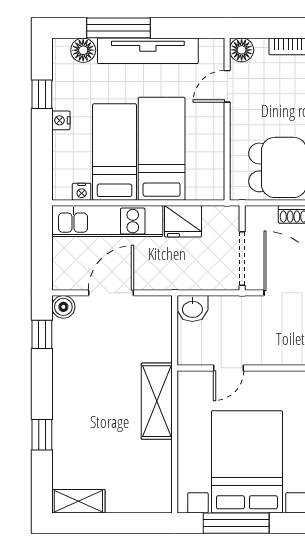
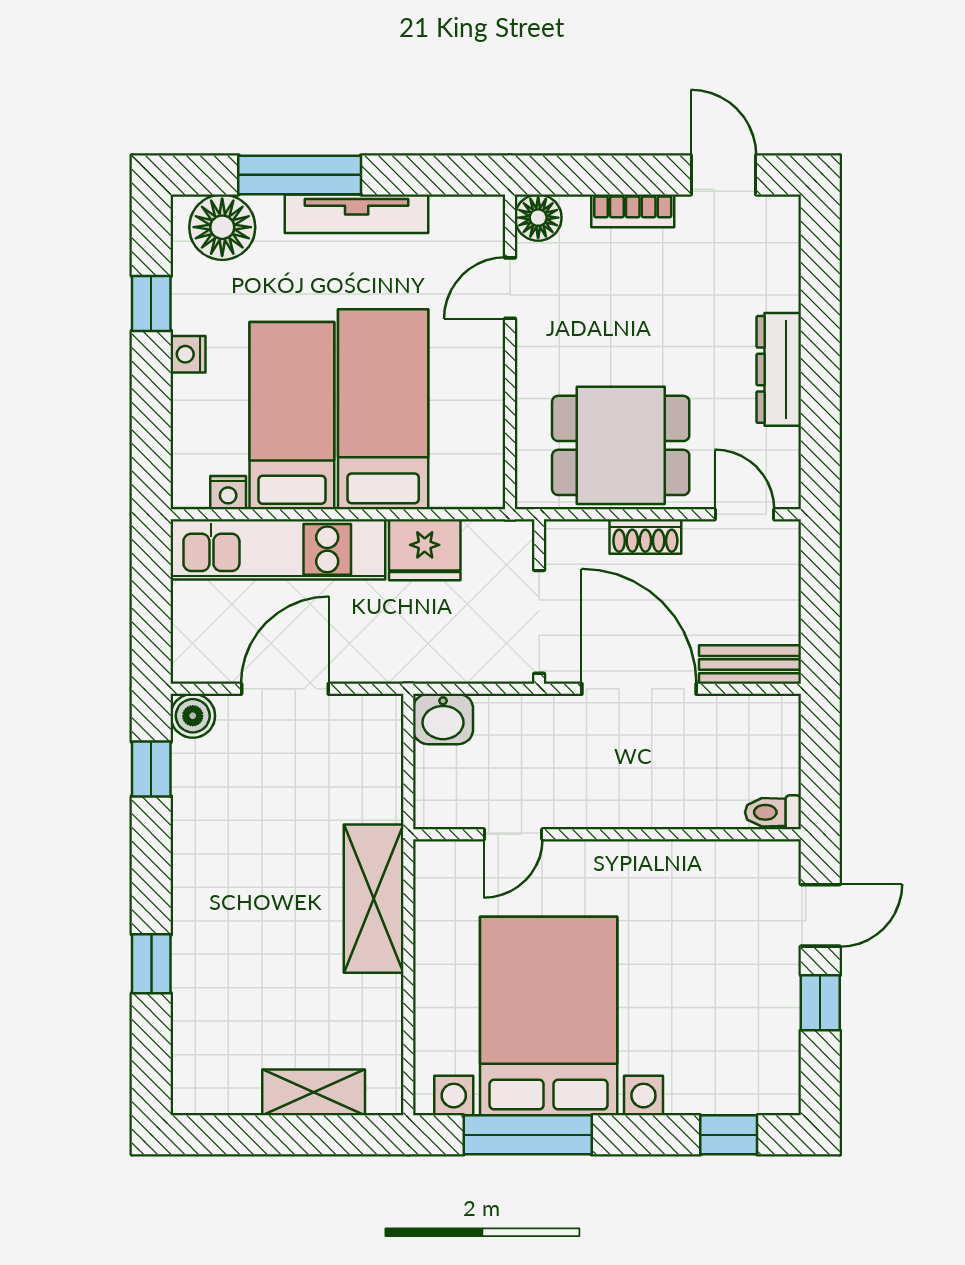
floor lamp: (83, 50) -> (222, 227), width x1.38, depth x1.38
tv unit: (148, 51) -> (357, 214), width x0.73, depth x0.78
shelving: (78, 501) -> (314, 1092), moved

